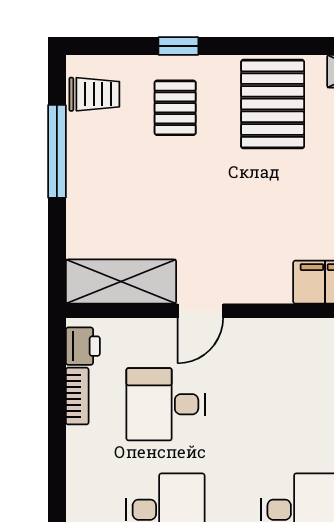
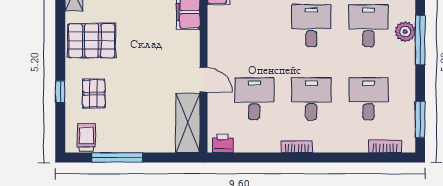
pallet: (175, 108) -> (94, 93), turned 90
bookcase: (77, 396) -> (297, 147), moved
desk: (165, 404) -> (254, 99), turned 180

